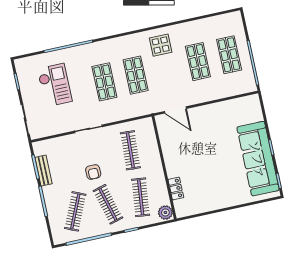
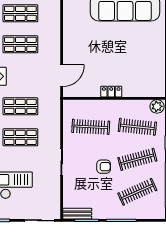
bench: (43, 171) -> (77, 214), moved
locker: (176, 189) -> (111, 92), moved
clothes rail: (75, 211) -> (137, 192), turned -48

